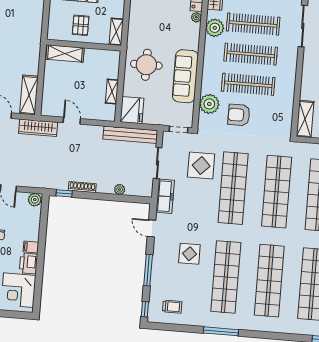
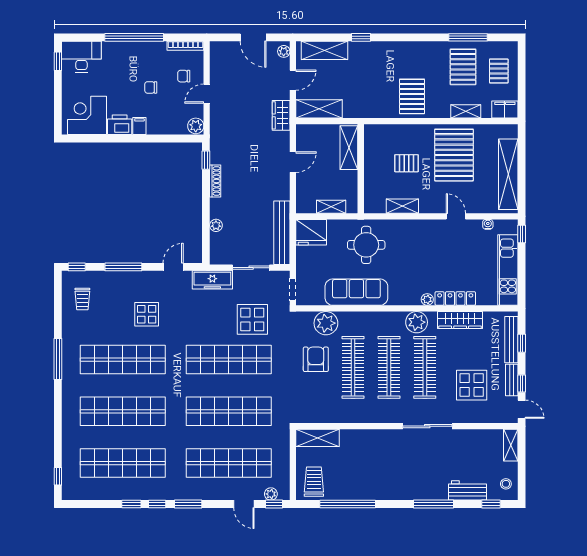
pallet: (25, 16) -> (412, 96), added
wall: (84, 45) -> (361, 169), moved
shelving: (65, 54) -> (349, 148), moved
wardrobe: (38, 128) -> (281, 115), width x0.67

